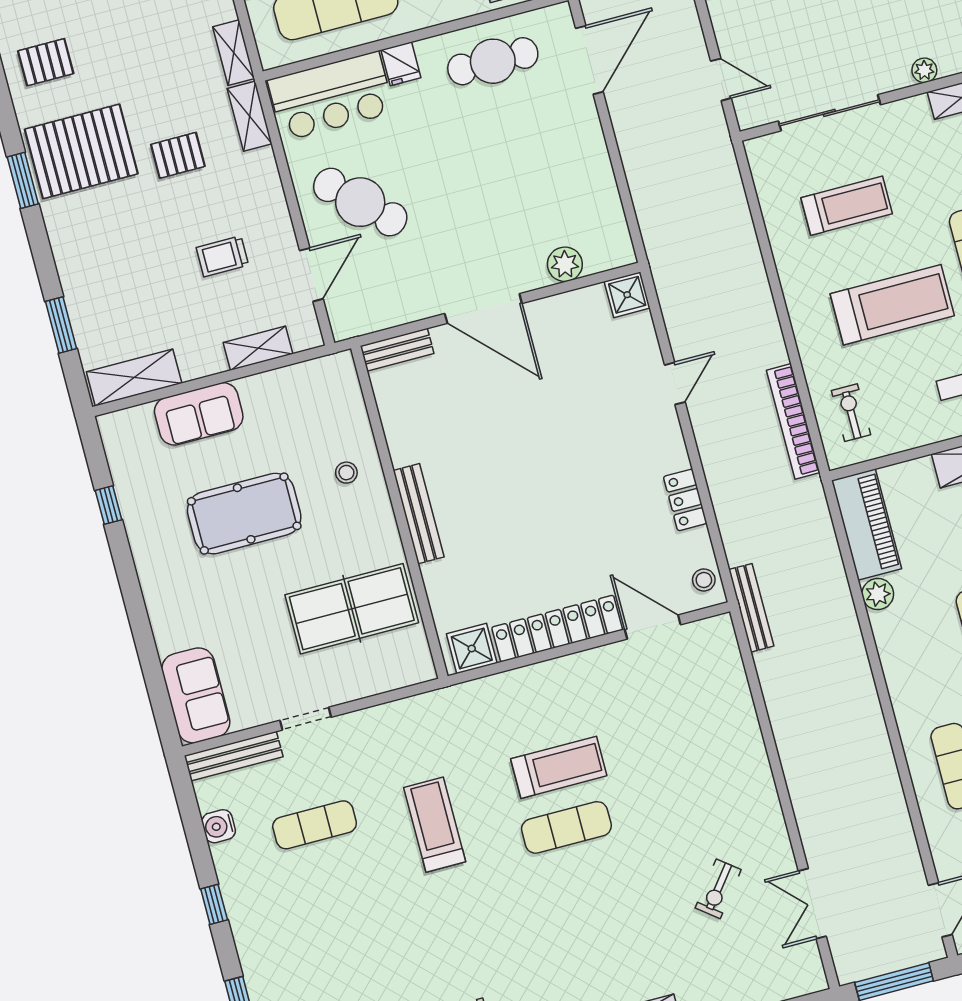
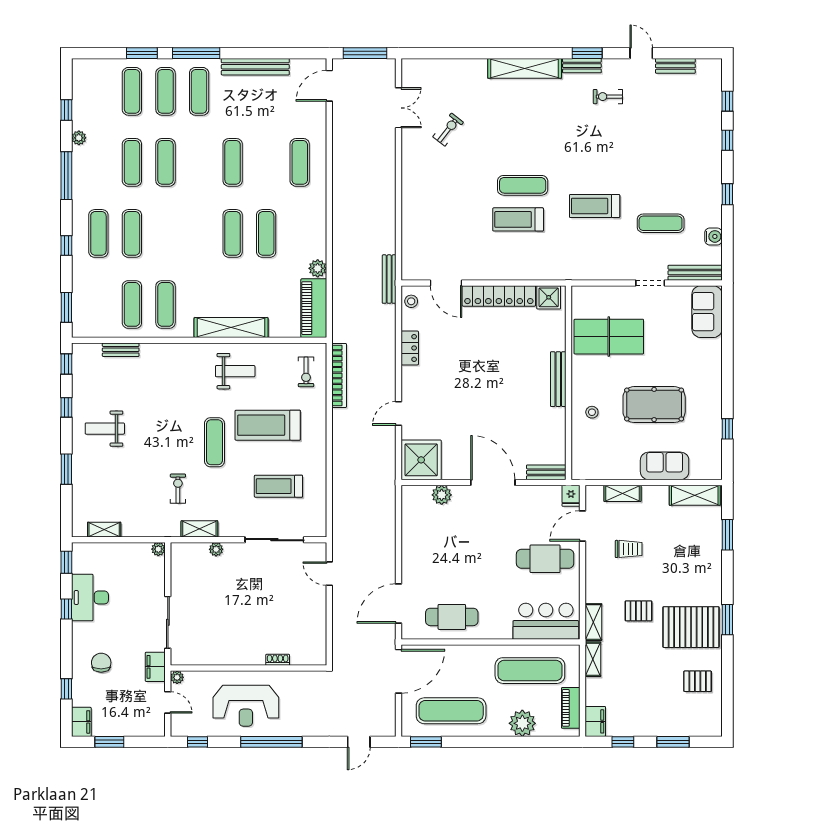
fridge: (401, 64) -> (571, 496), moved, turned 180
cafe table: (360, 202) -> (545, 559), turned -44
shower: (627, 295) -> (421, 460), width x1.86, depth x1.86
treadmill: (435, 825) -> (595, 206), turned 90

